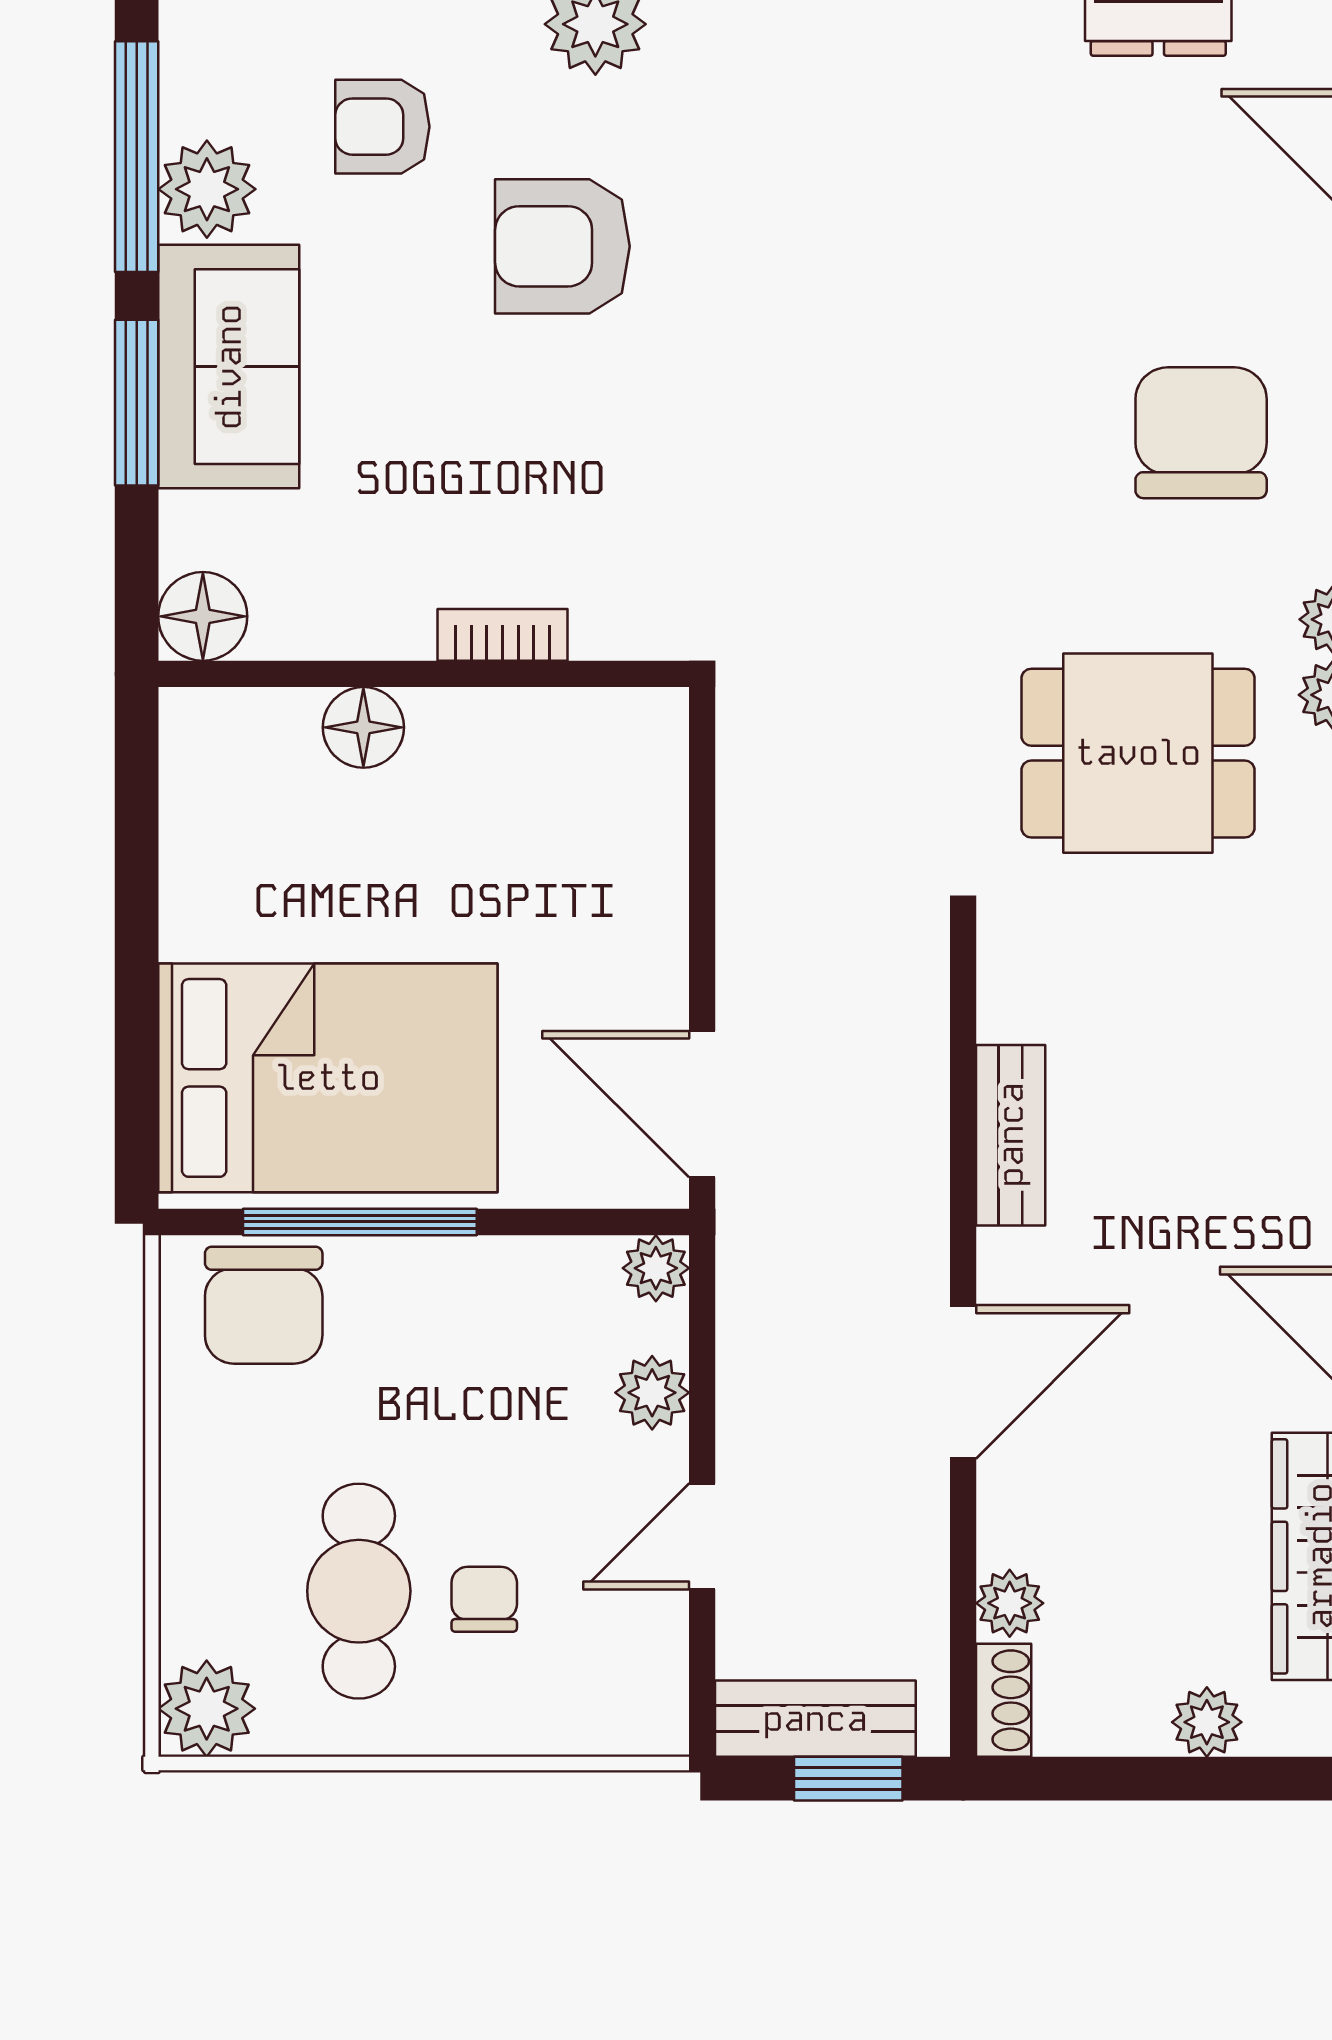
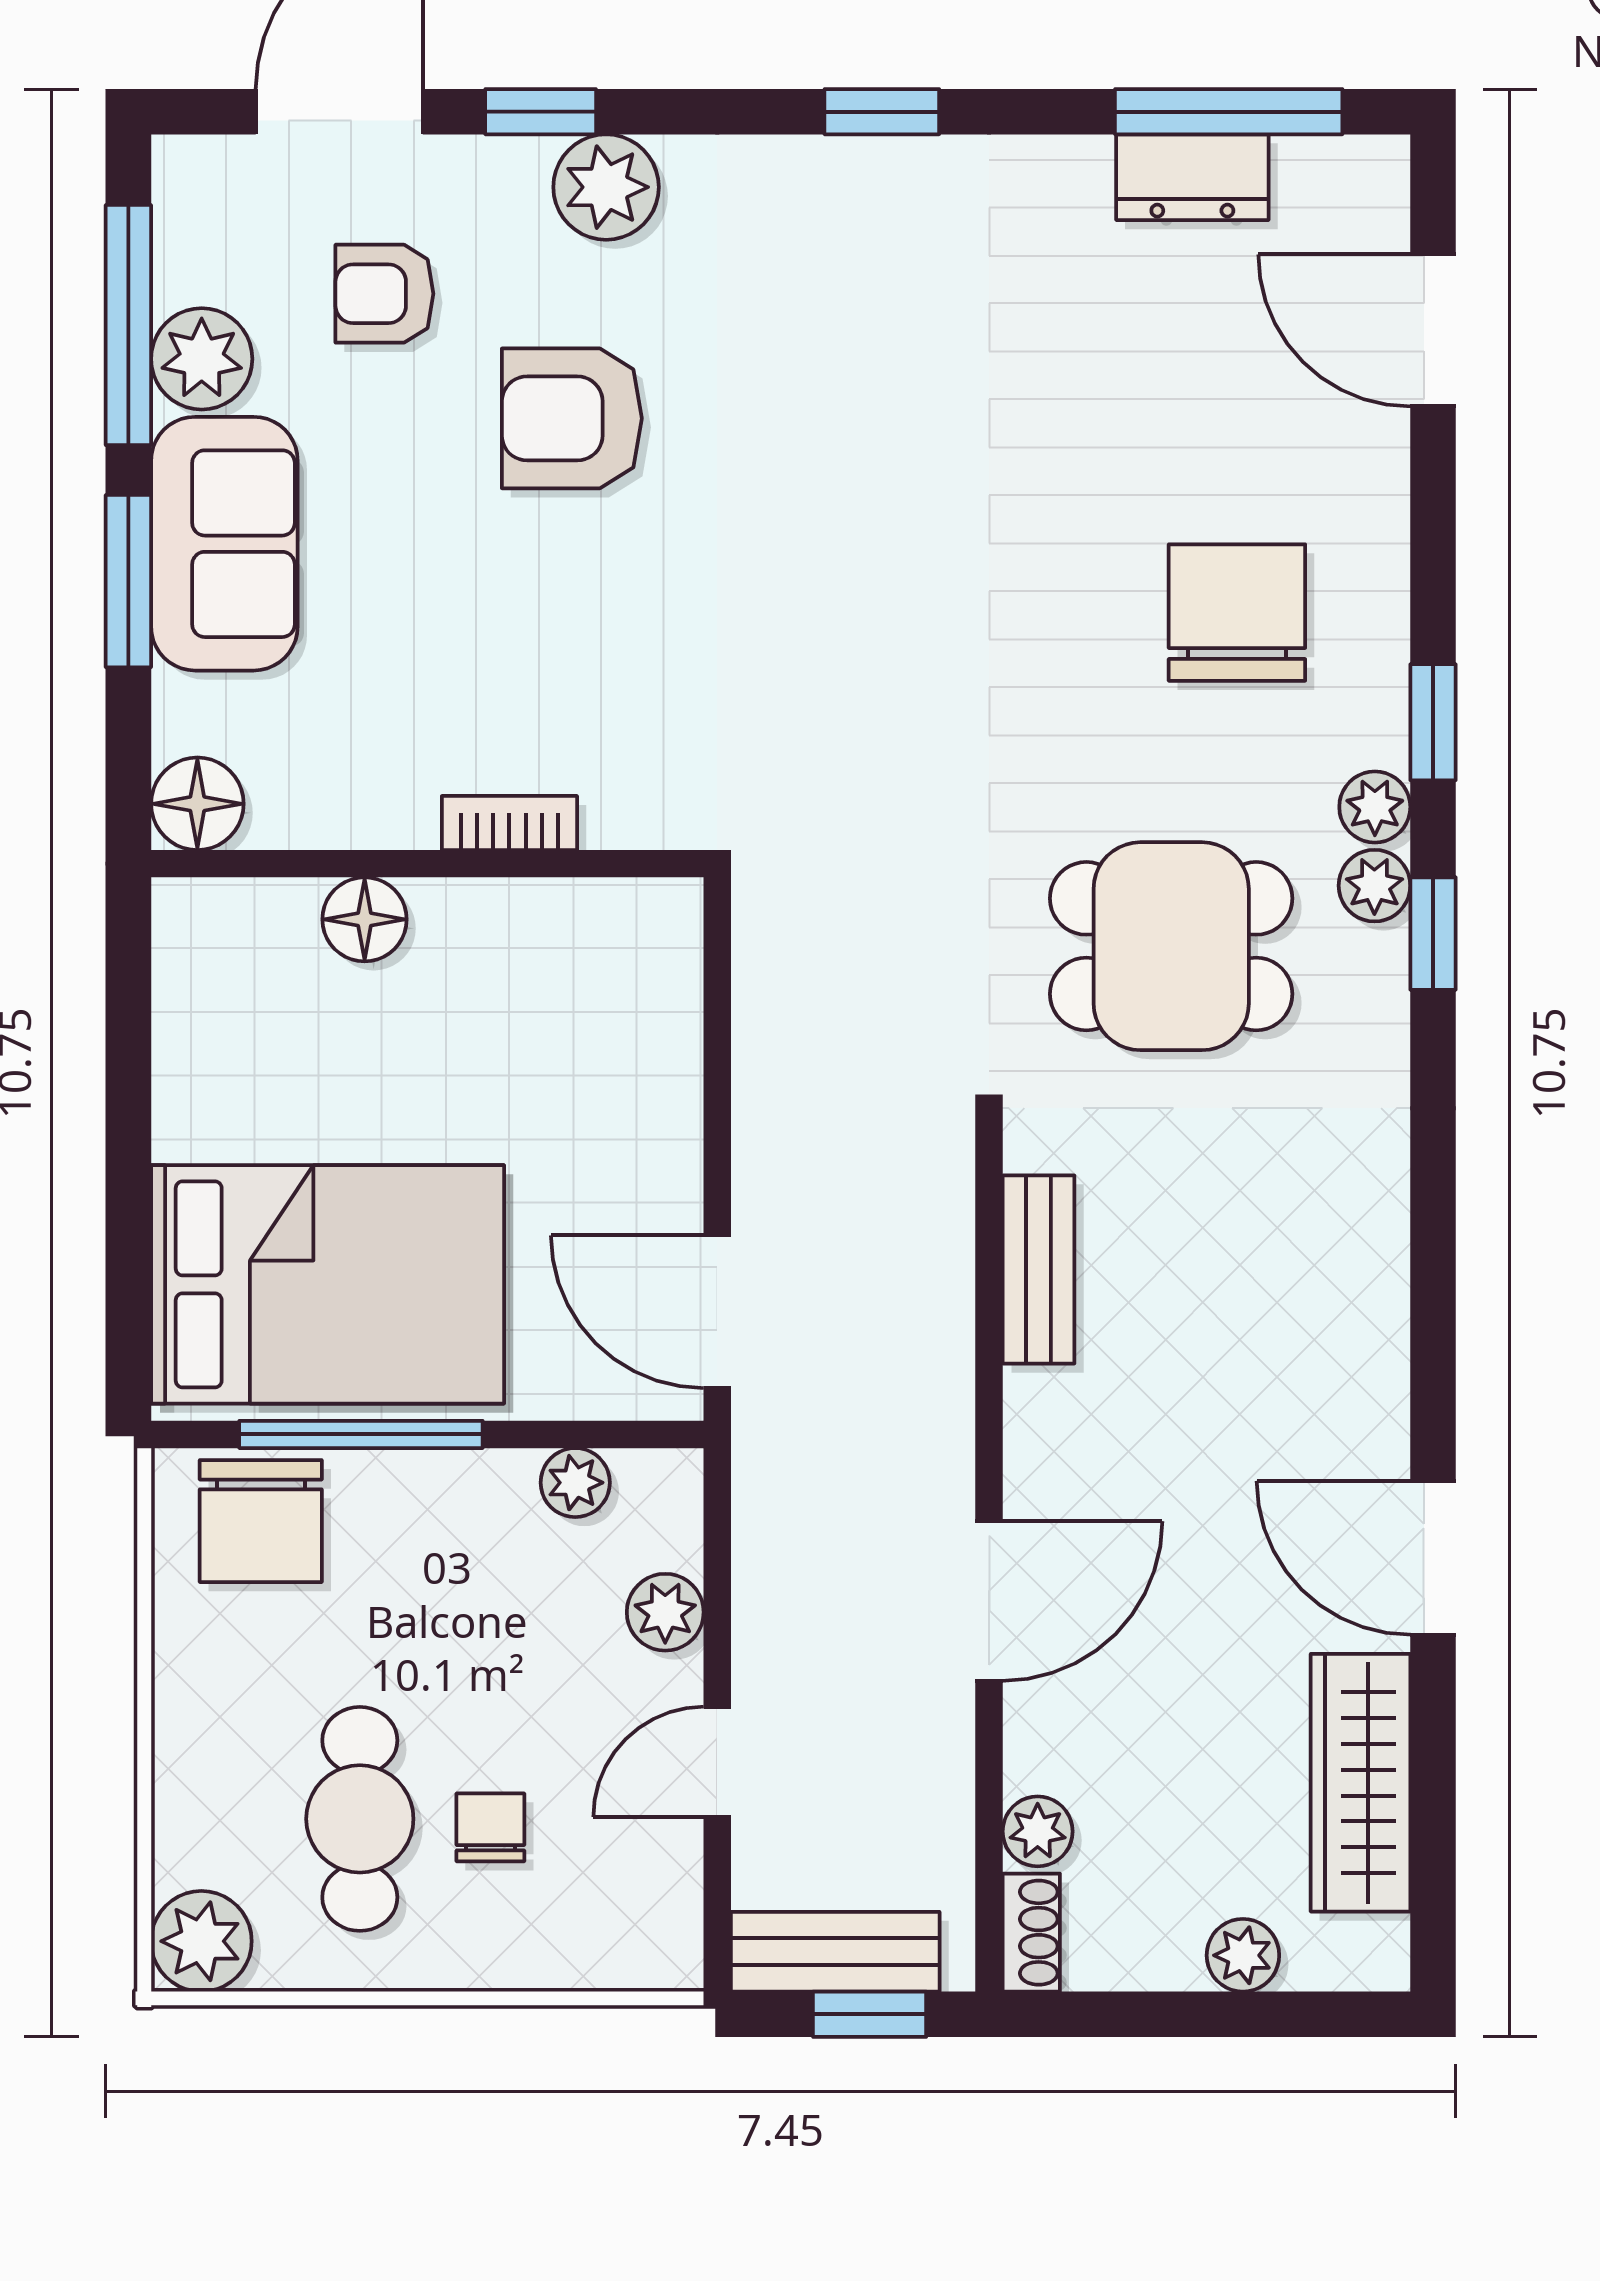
bench: (1011, 1135) -> (1039, 1269), moved
plant: (656, 1268) -> (575, 1483), moved

